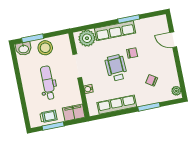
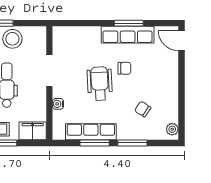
row of seats: (115, 31) -> (128, 35), moved
plant: (87, 38) -> (69, 37), removed
door: (173, 40) -> (182, 41), moved
window: (121, 112) -> (95, 143), added

